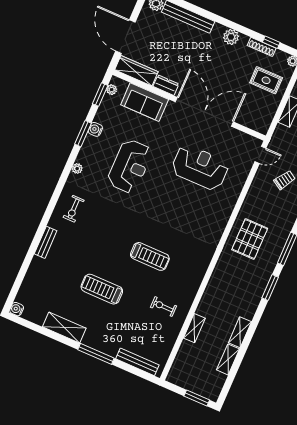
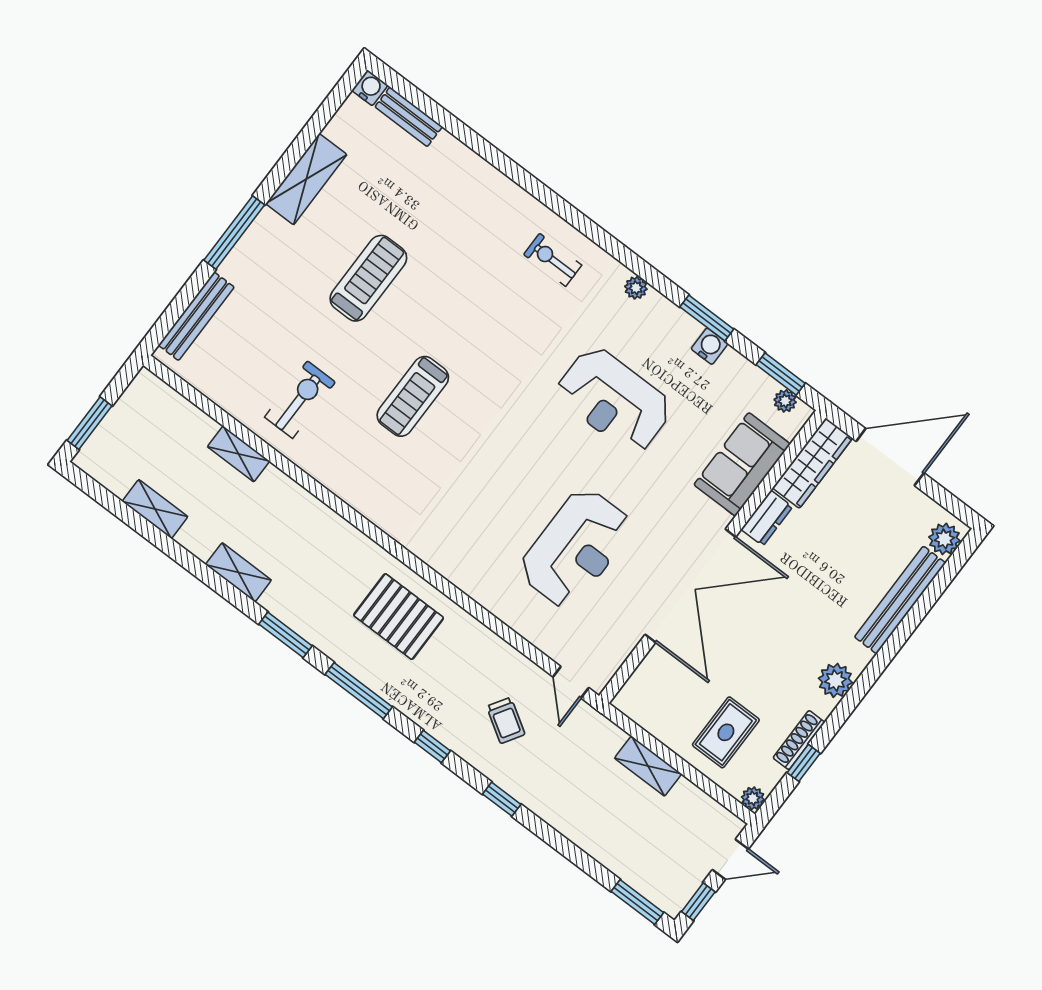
bench: (46, 242) -> (409, 117), moved
exercise bike: (163, 307) -> (300, 400), width x1.38, depth x1.39
shelving: (240, 332) -> (238, 572), moved

